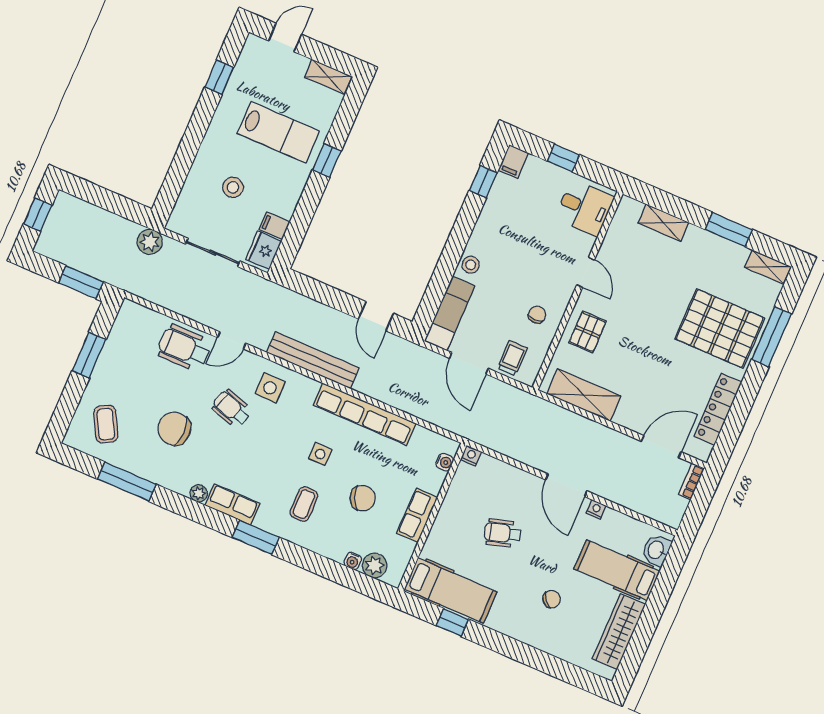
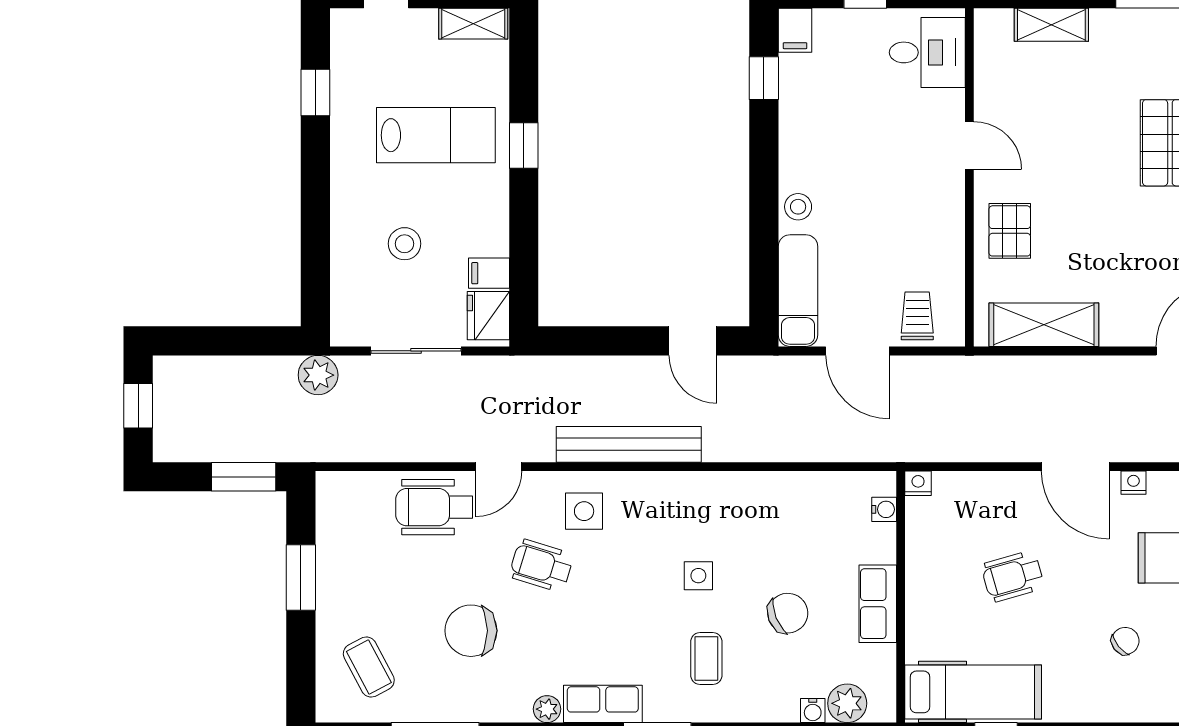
chair: (537, 315) -> (926, 237), removed
row of seats: (365, 414) -> (738, 490), removed

